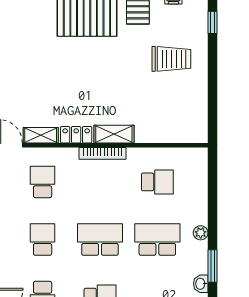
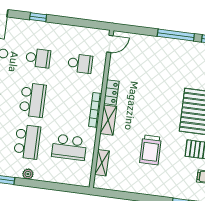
trolley: (171, 59) -> (151, 150), moved
shelving: (41, 135) -> (102, 163), moved
school desk: (157, 182) -> (69, 147), width x1.85

